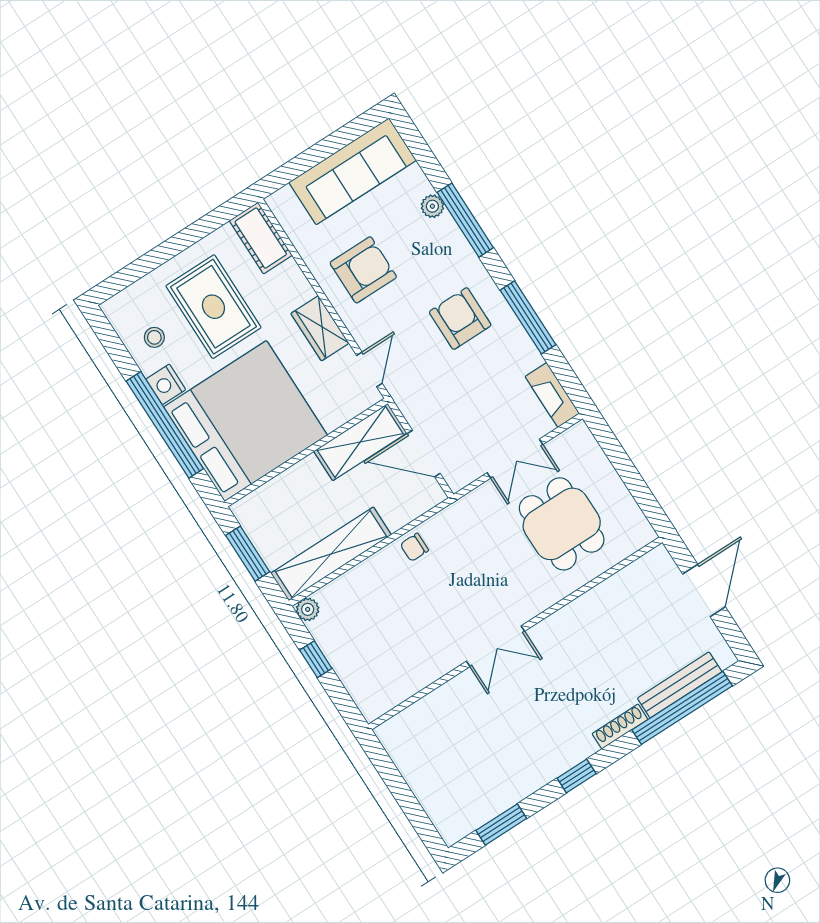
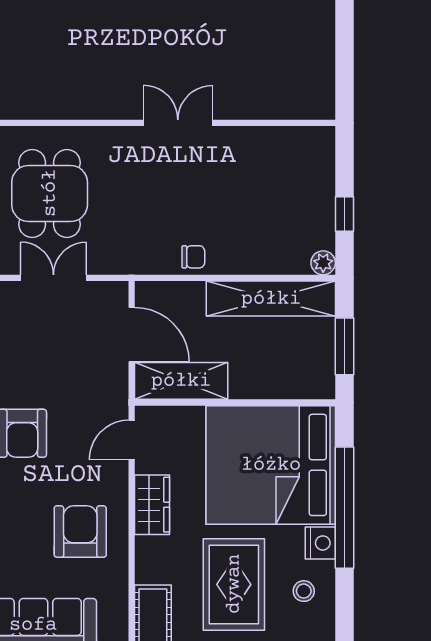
armchair: (363, 270) -> (80, 532), turned 90

